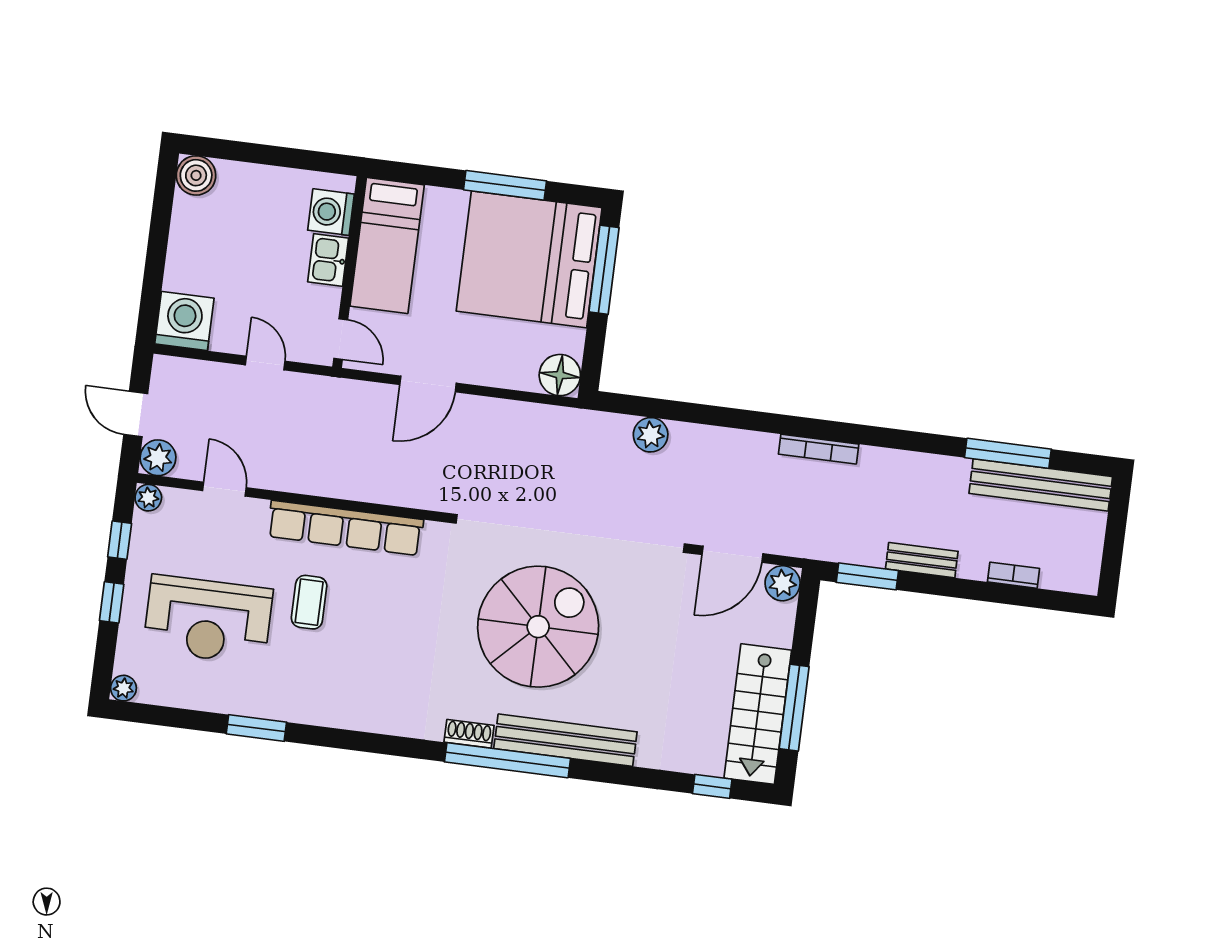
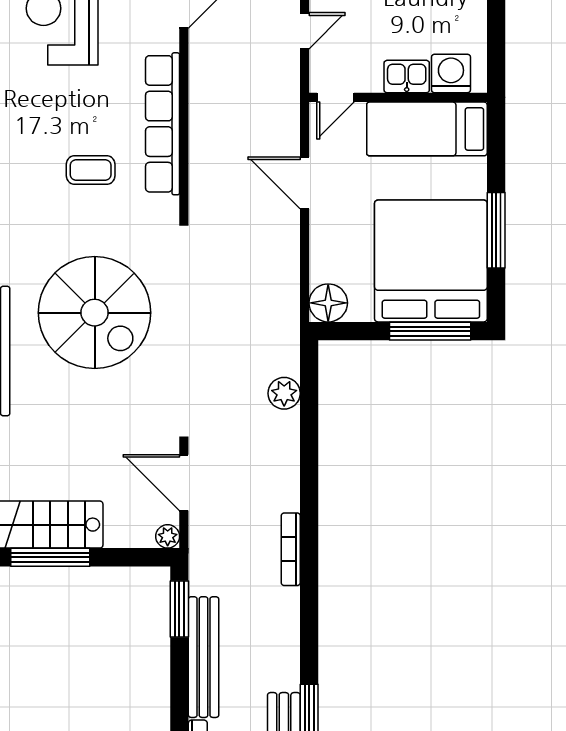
bench: (922, 560) -> (204, 657), width x1.86, depth x1.21
plant: (783, 583) -> (168, 536), width x0.73, depth x0.73
coffee table: (309, 602) -> (91, 170), moved

